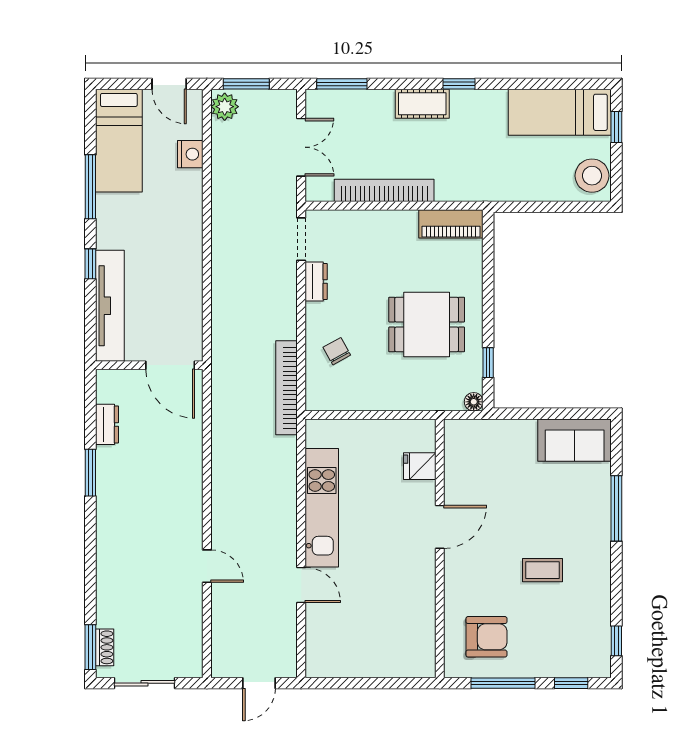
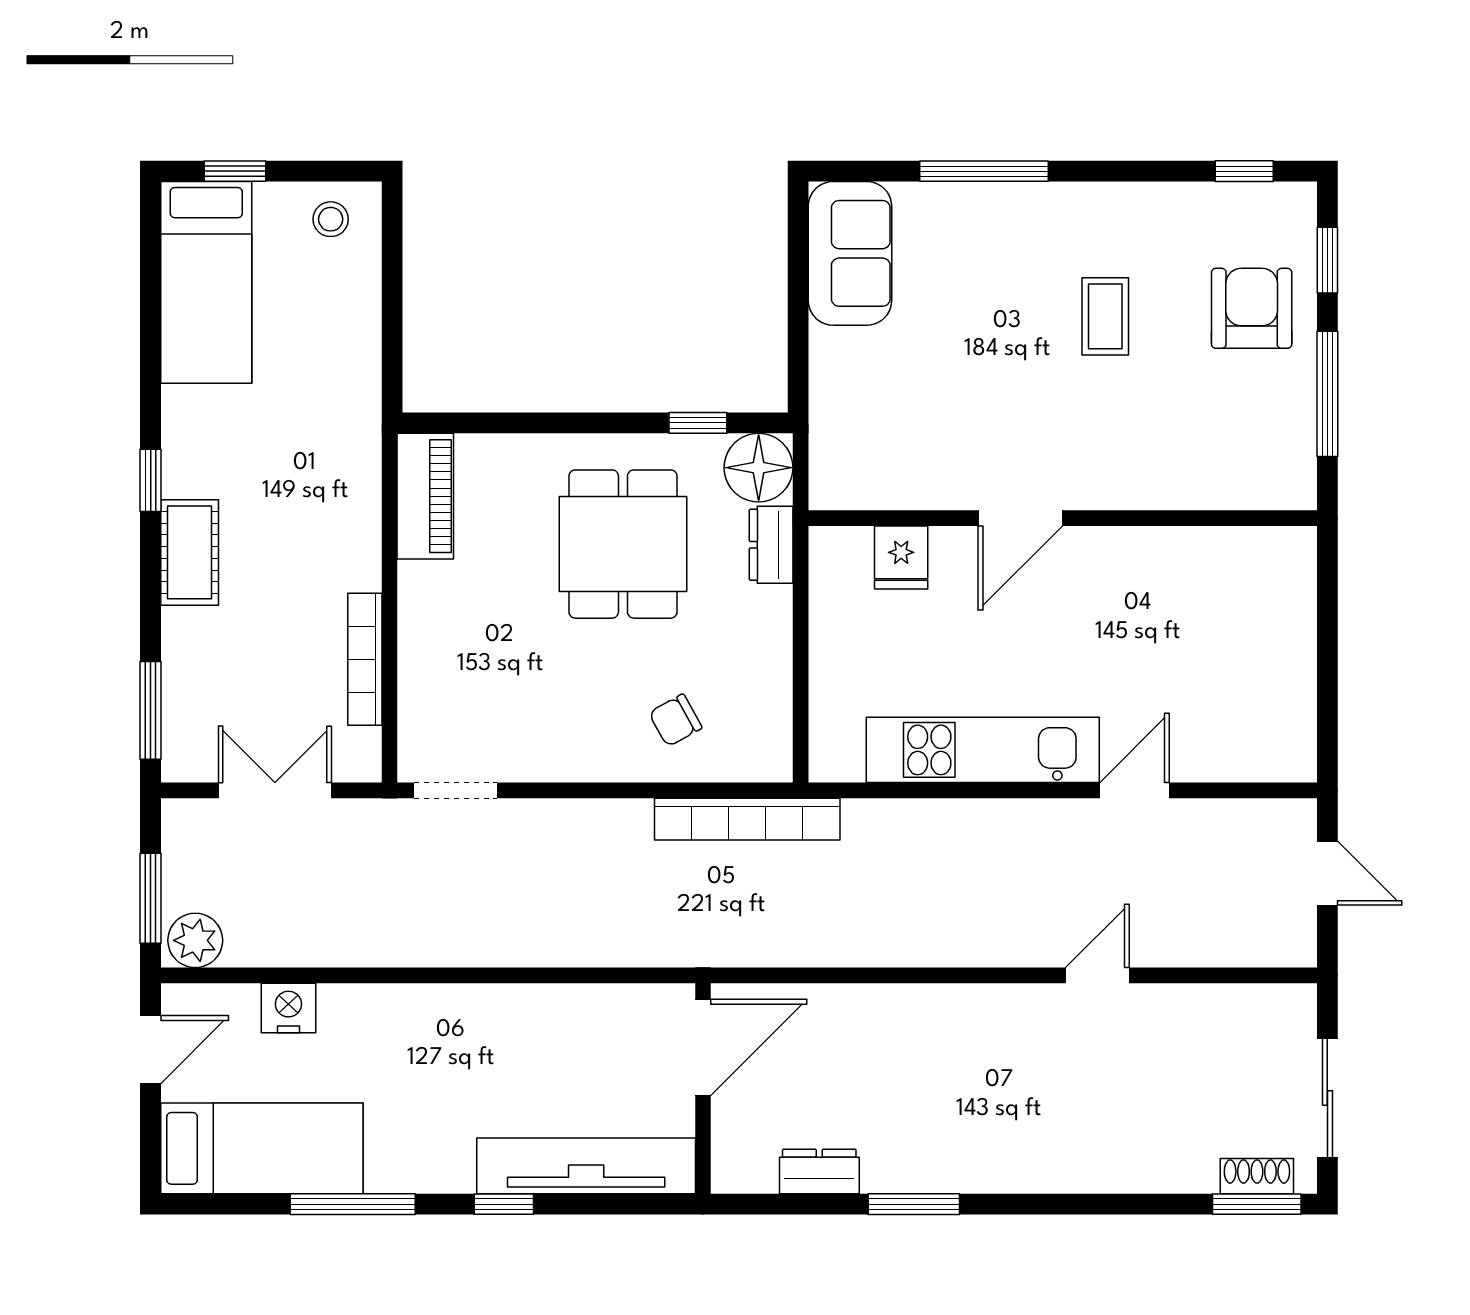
stool: (592, 176) -> (331, 219), width x0.53, depth x0.53
bookcase: (384, 190) -> (365, 659), width x0.68, depth x0.76
dresser: (316, 281) -> (771, 545), moved, turned -90
floor lamp: (474, 402) -> (759, 468), width x1.89, depth x1.89
door: (440, 527) -> (1020, 518), swing flipped
armchair: (486, 637) -> (1252, 308), moved

